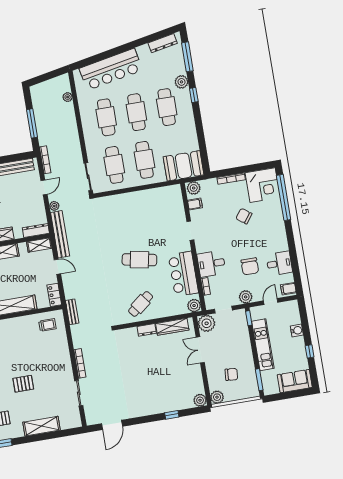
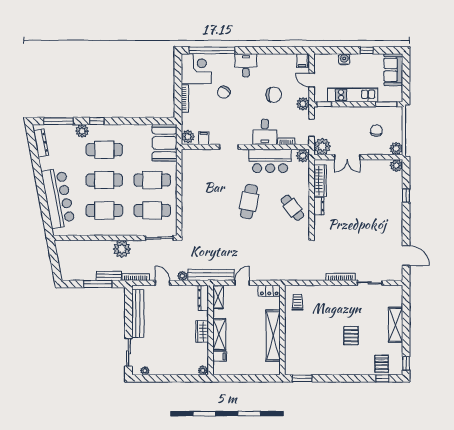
plant: (68, 97) -> (122, 249), moved, width x1.88, depth x1.88
desk: (279, 263) -> (246, 65), moved
bench: (72, 312) -> (109, 276), moved

